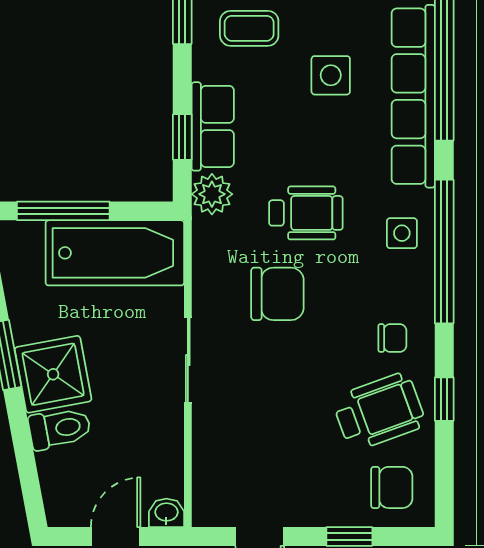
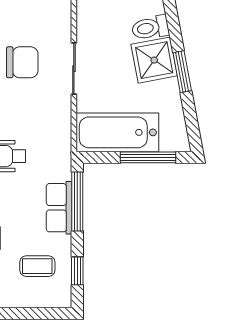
window: (182, 137) -> (77, 201), width x2.17
plant: (212, 194) -> (60, 167), removed
chair: (277, 294) -> (22, 62), moved, turned 180

